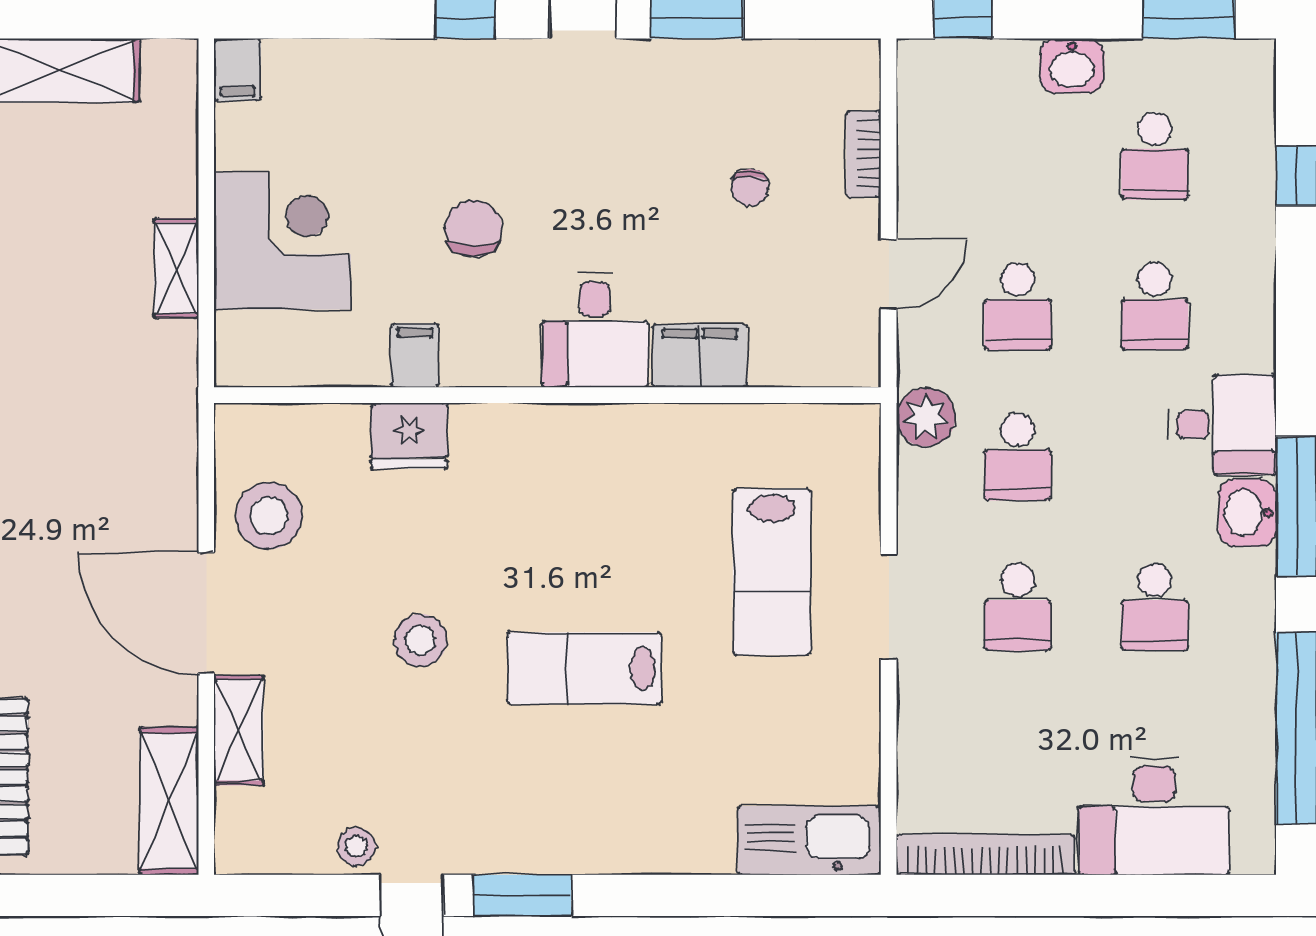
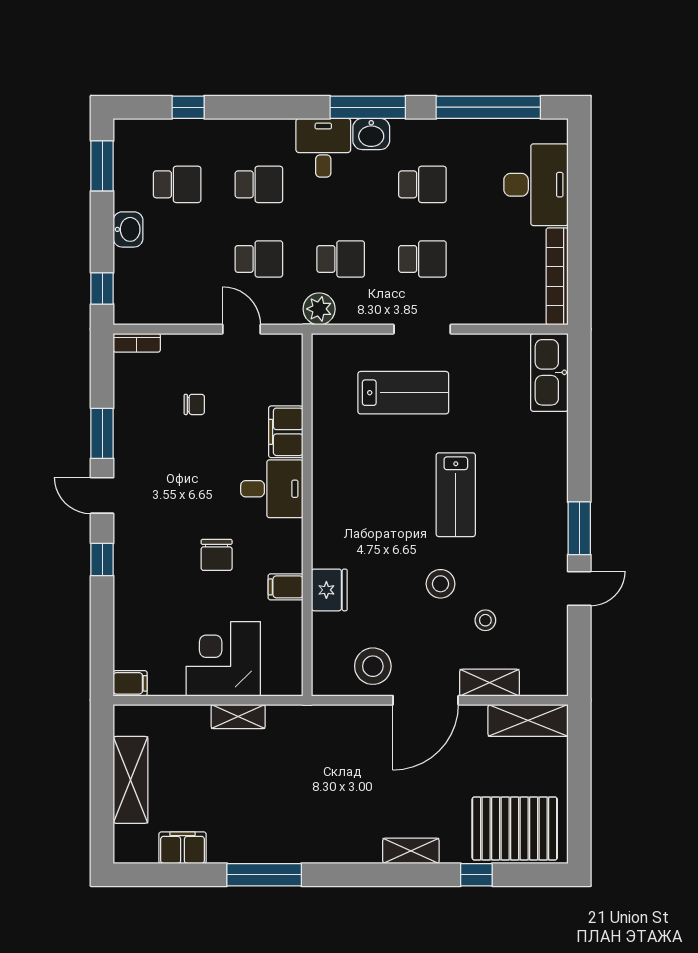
bookcase: (864, 154) -> (137, 343), moved
chair: (474, 228) -> (217, 555), turned -90
stool: (356, 847) -> (485, 620), moved

